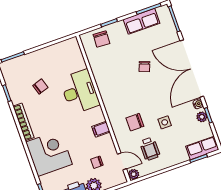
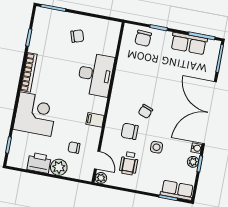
chair: (144, 67) -> (145, 111), moved
chair: (40, 86) -> (77, 36), moved

